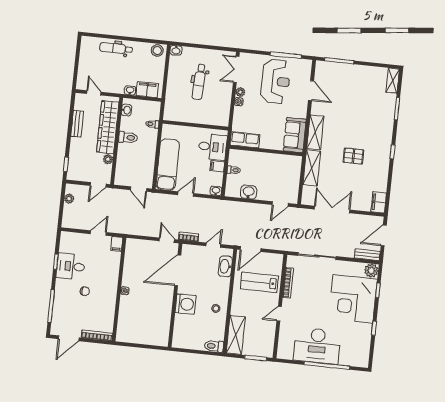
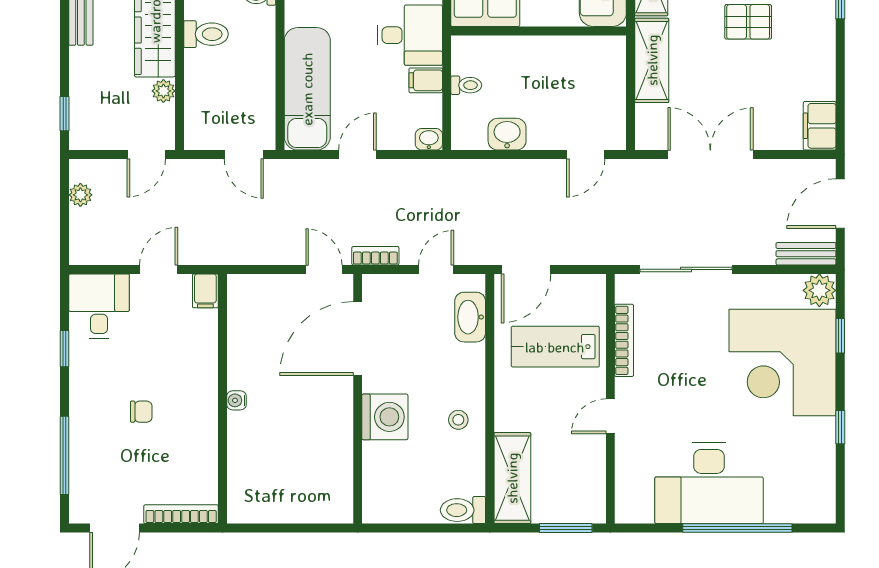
desk: (71, 266) -> (99, 306), moved, turned 90

